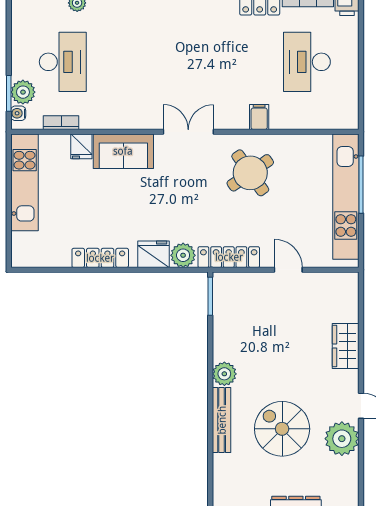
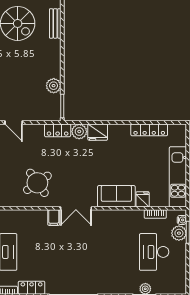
filing cabinet: (259, 117) -> (54, 218), moved
locker: (229, 257) -> (58, 130), width x0.66
locker: (100, 258) -> (149, 130), moved
plant: (224, 374) -> (54, 86), moved
bench: (222, 420) -> (55, 23), width x0.73

